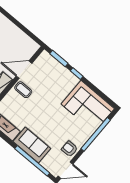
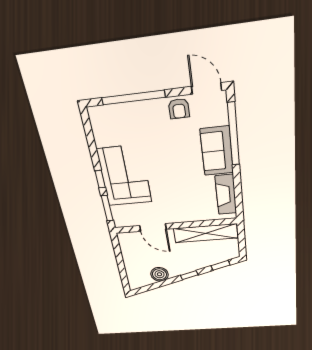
coffee table: (23, 90) -> (172, 211), removed
corner sofa: (88, 106) -> (125, 176), moved

